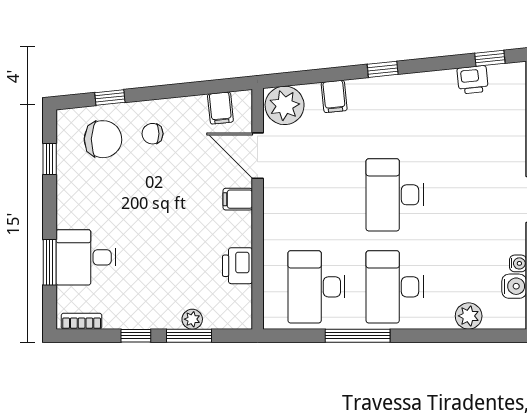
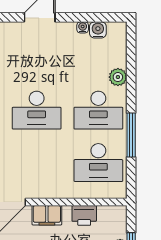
filing cabinet: (238, 199) -> (47, 215), width x2.00
plant: (469, 316) -> (118, 77), moved

